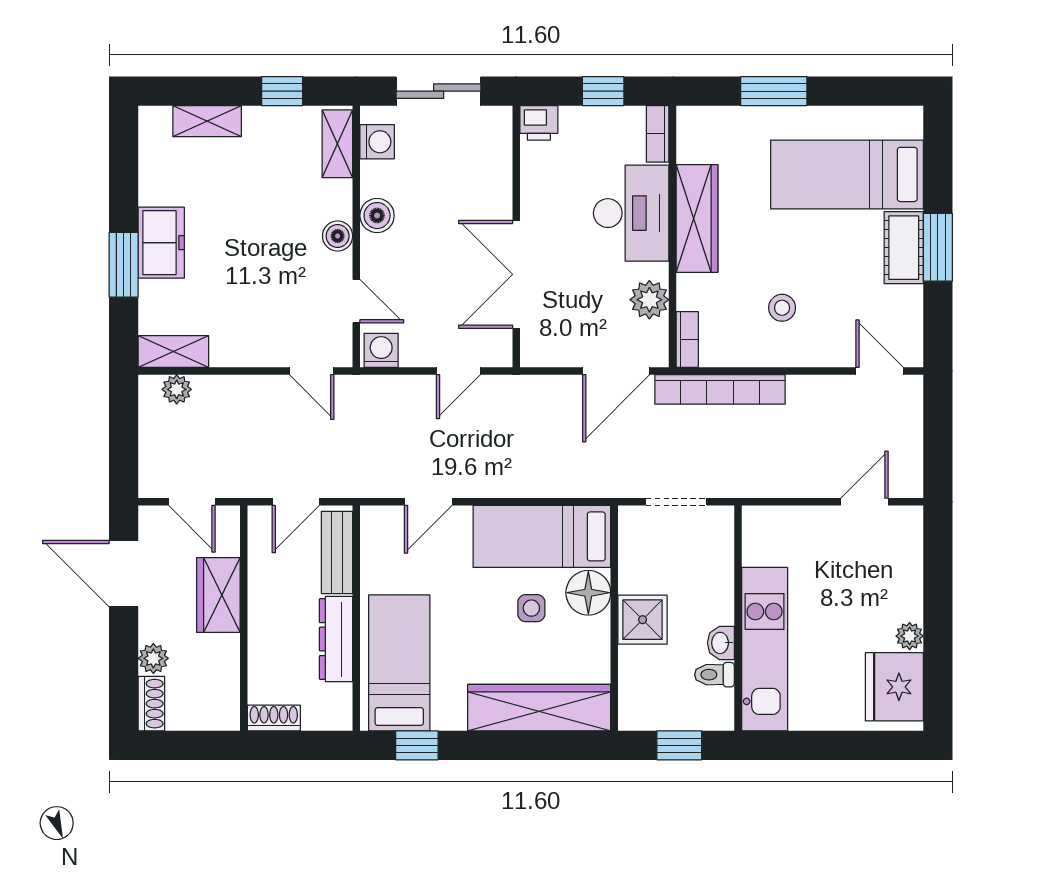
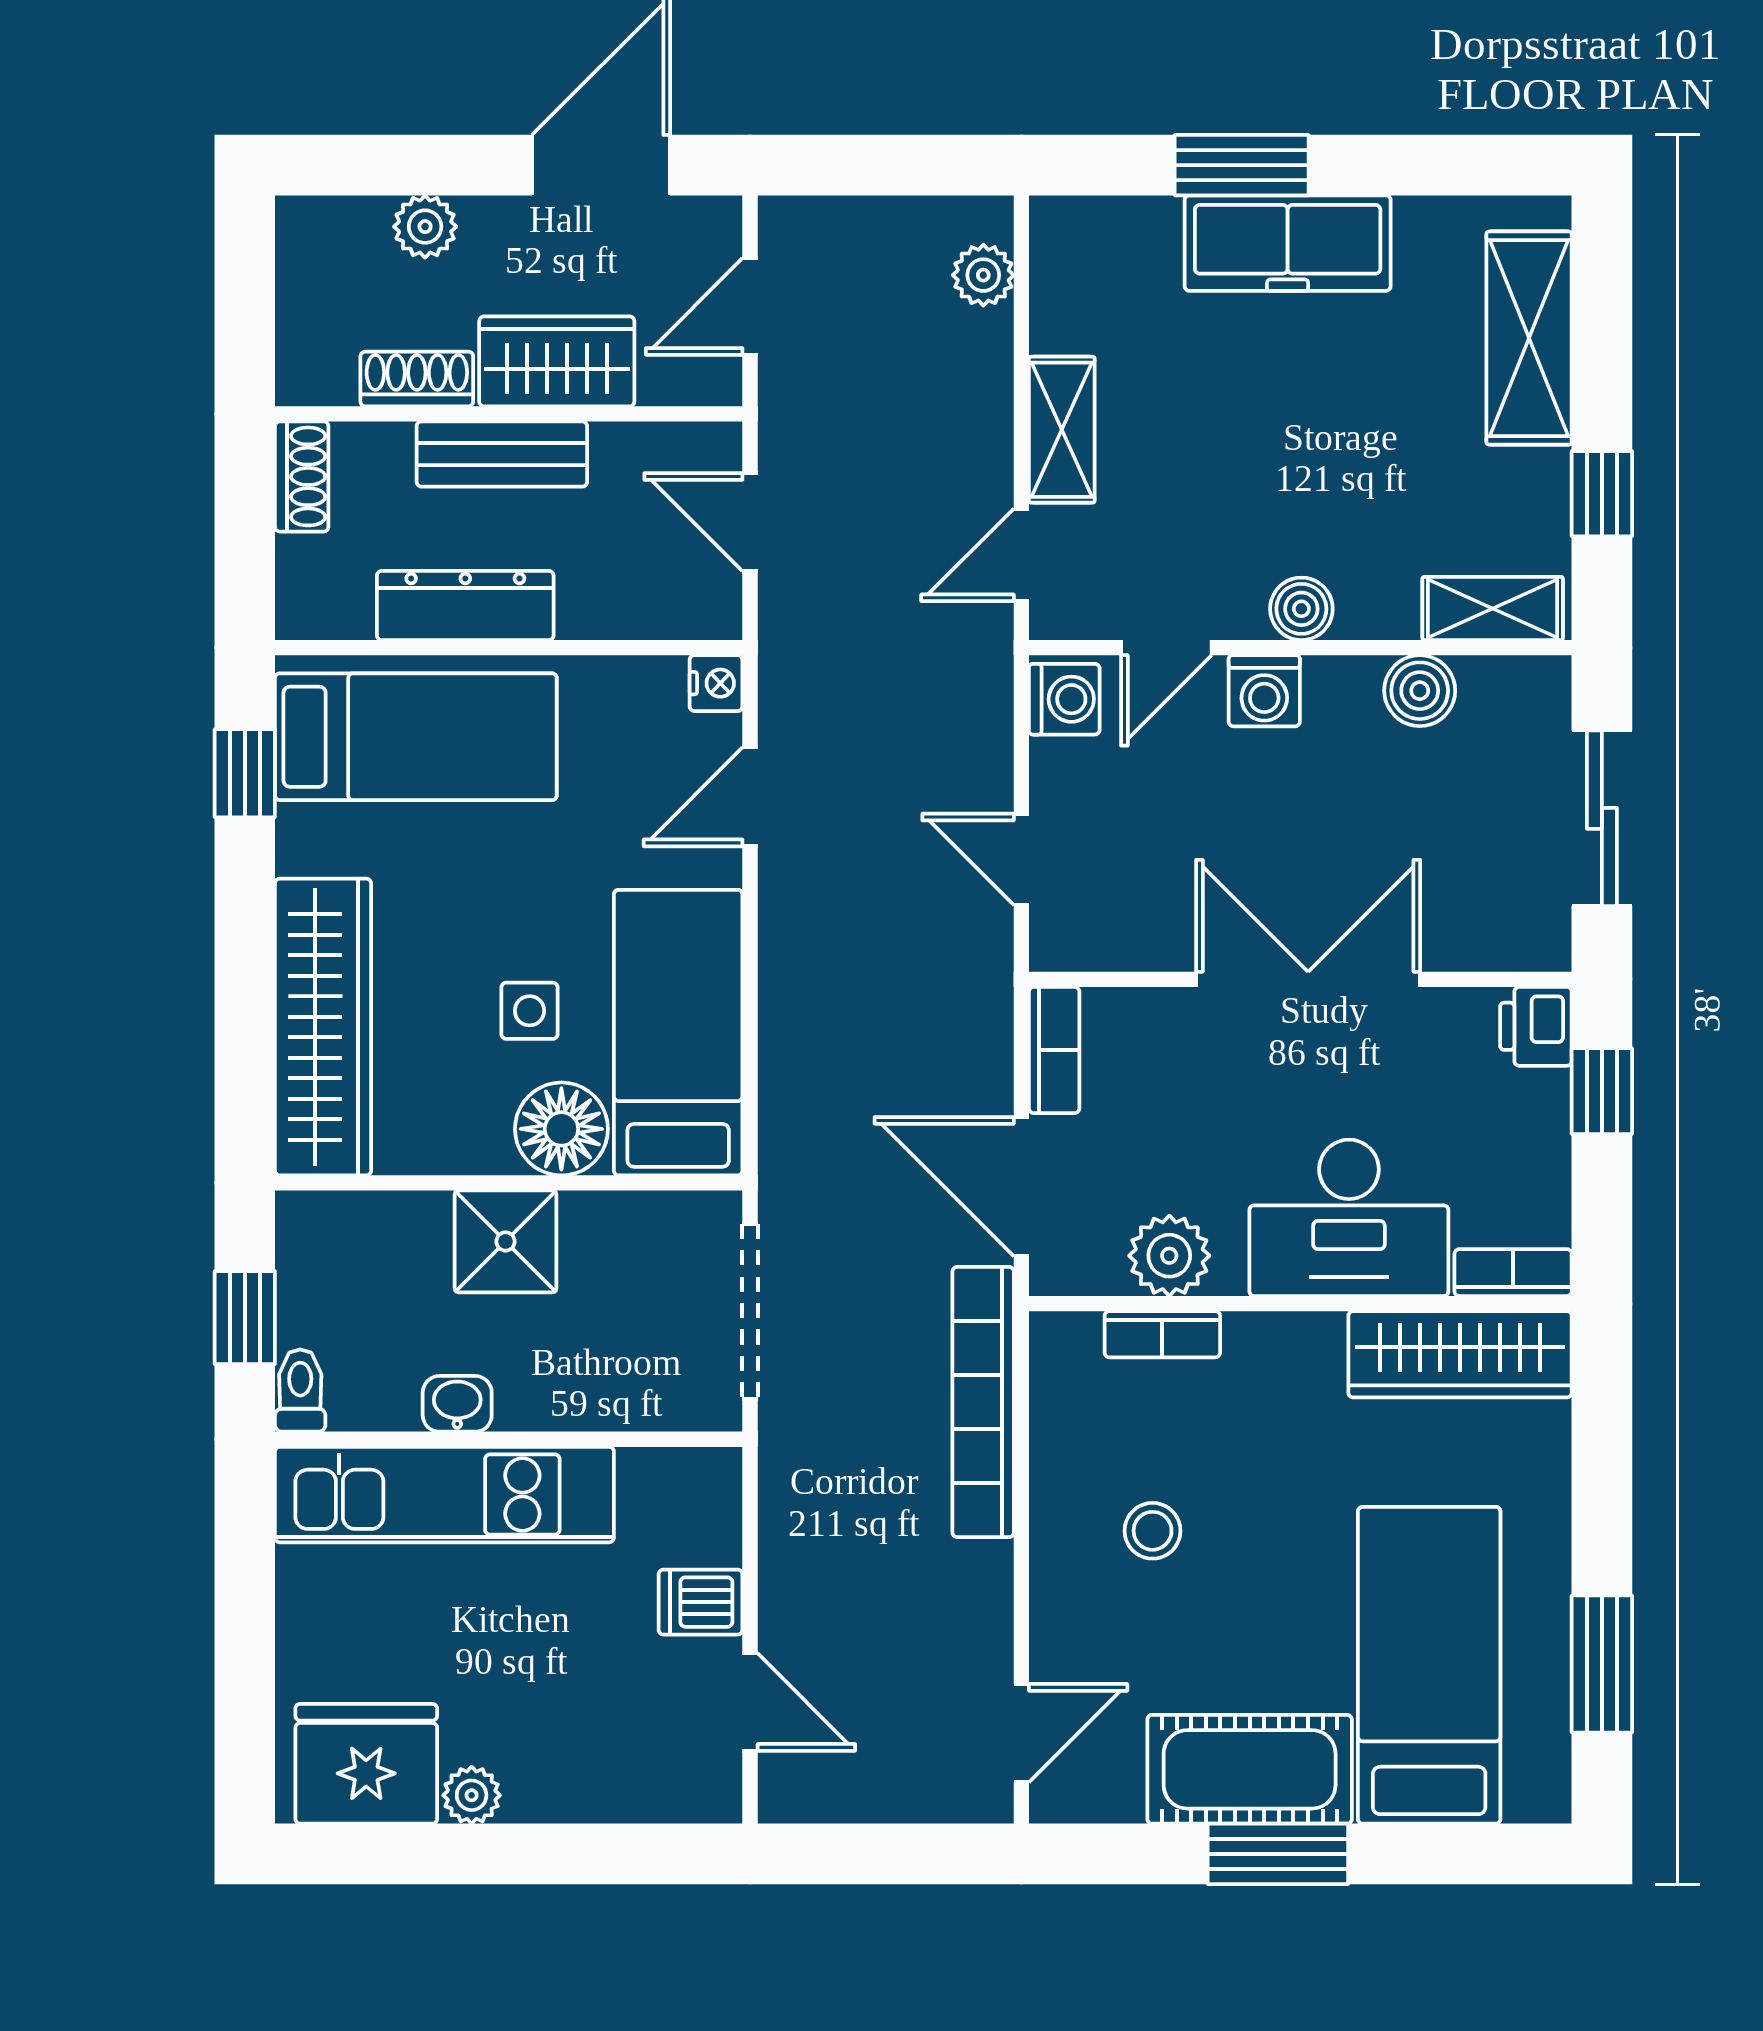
window: (603, 91) -> (1602, 1091), moved
window: (774, 91) -> (1602, 1664), moved
shelving: (207, 121) -> (1529, 338), width x1.50, depth x1.33
washing machine: (377, 142) -> (1264, 691), moved
boiler: (377, 216) -> (1420, 691), moved
wardrobe: (697, 218) -> (1460, 1354), moved
freezer: (161, 243) -> (1288, 243), width x1.40
cot: (904, 248) -> (1250, 1769), width x1.37, depth x1.34
double door: (516, 274) -> (1308, 979), moved
bookcase: (687, 340) -> (1162, 1334), moved
shelving: (173, 352) -> (1062, 430), moved
bookcase: (550, 355) -> (1054, 1050), added
door: (428, 502) -> (750, 797), hinge flipped
doorway: (676, 502) -> (750, 1311), width x1.38
nightstand: (373, 518) -> (716, 683), added
dishwasher: (816, 526) -> (701, 1602), added
bench: (337, 552) -> (502, 454), moved
toilet: (714, 675) -> (300, 1391), moved
shoe rack: (151, 704) -> (417, 379), moved, turned 180

